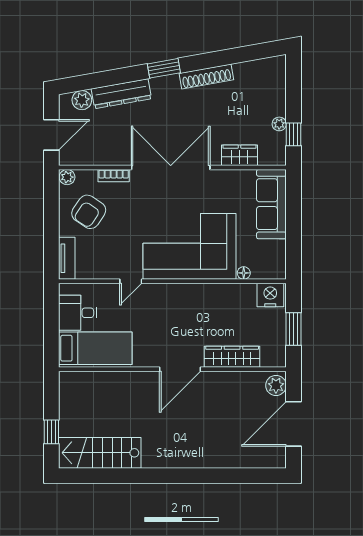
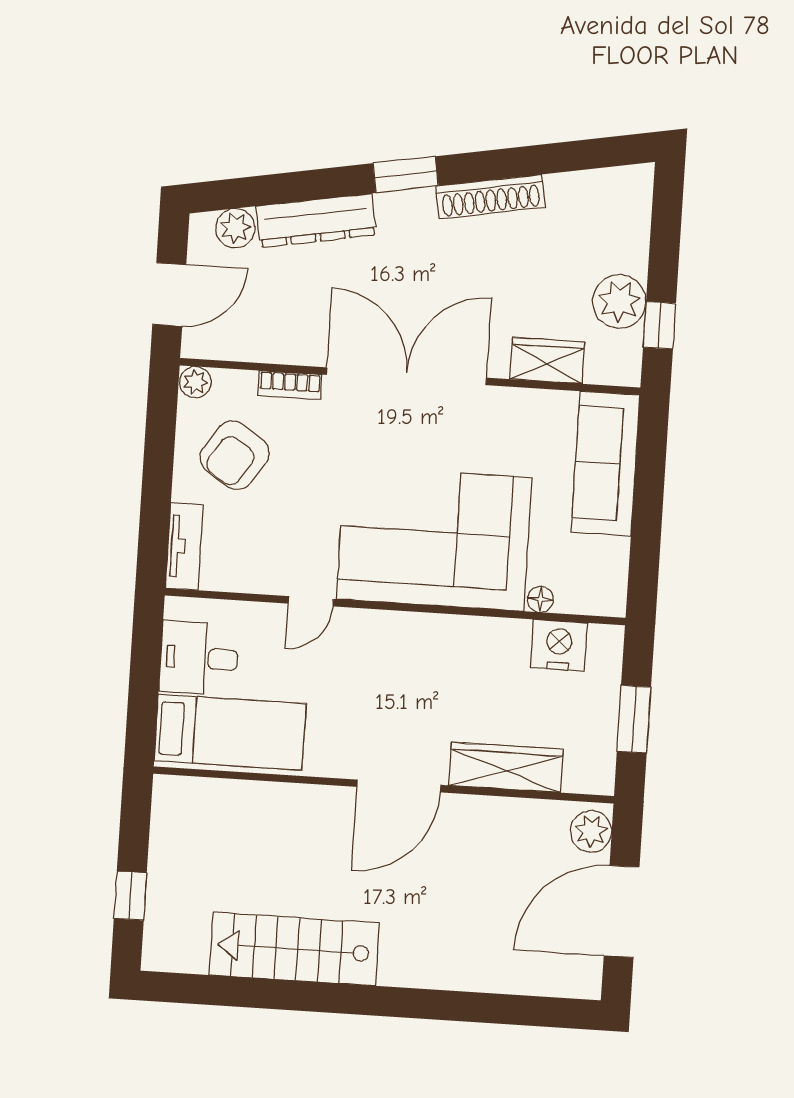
plant: (279, 124) -> (619, 301), width x1.87, depth x1.87
nightstand: (270, 295) -> (559, 645), moved
stairs: (100, 453) -> (294, 949), moved

